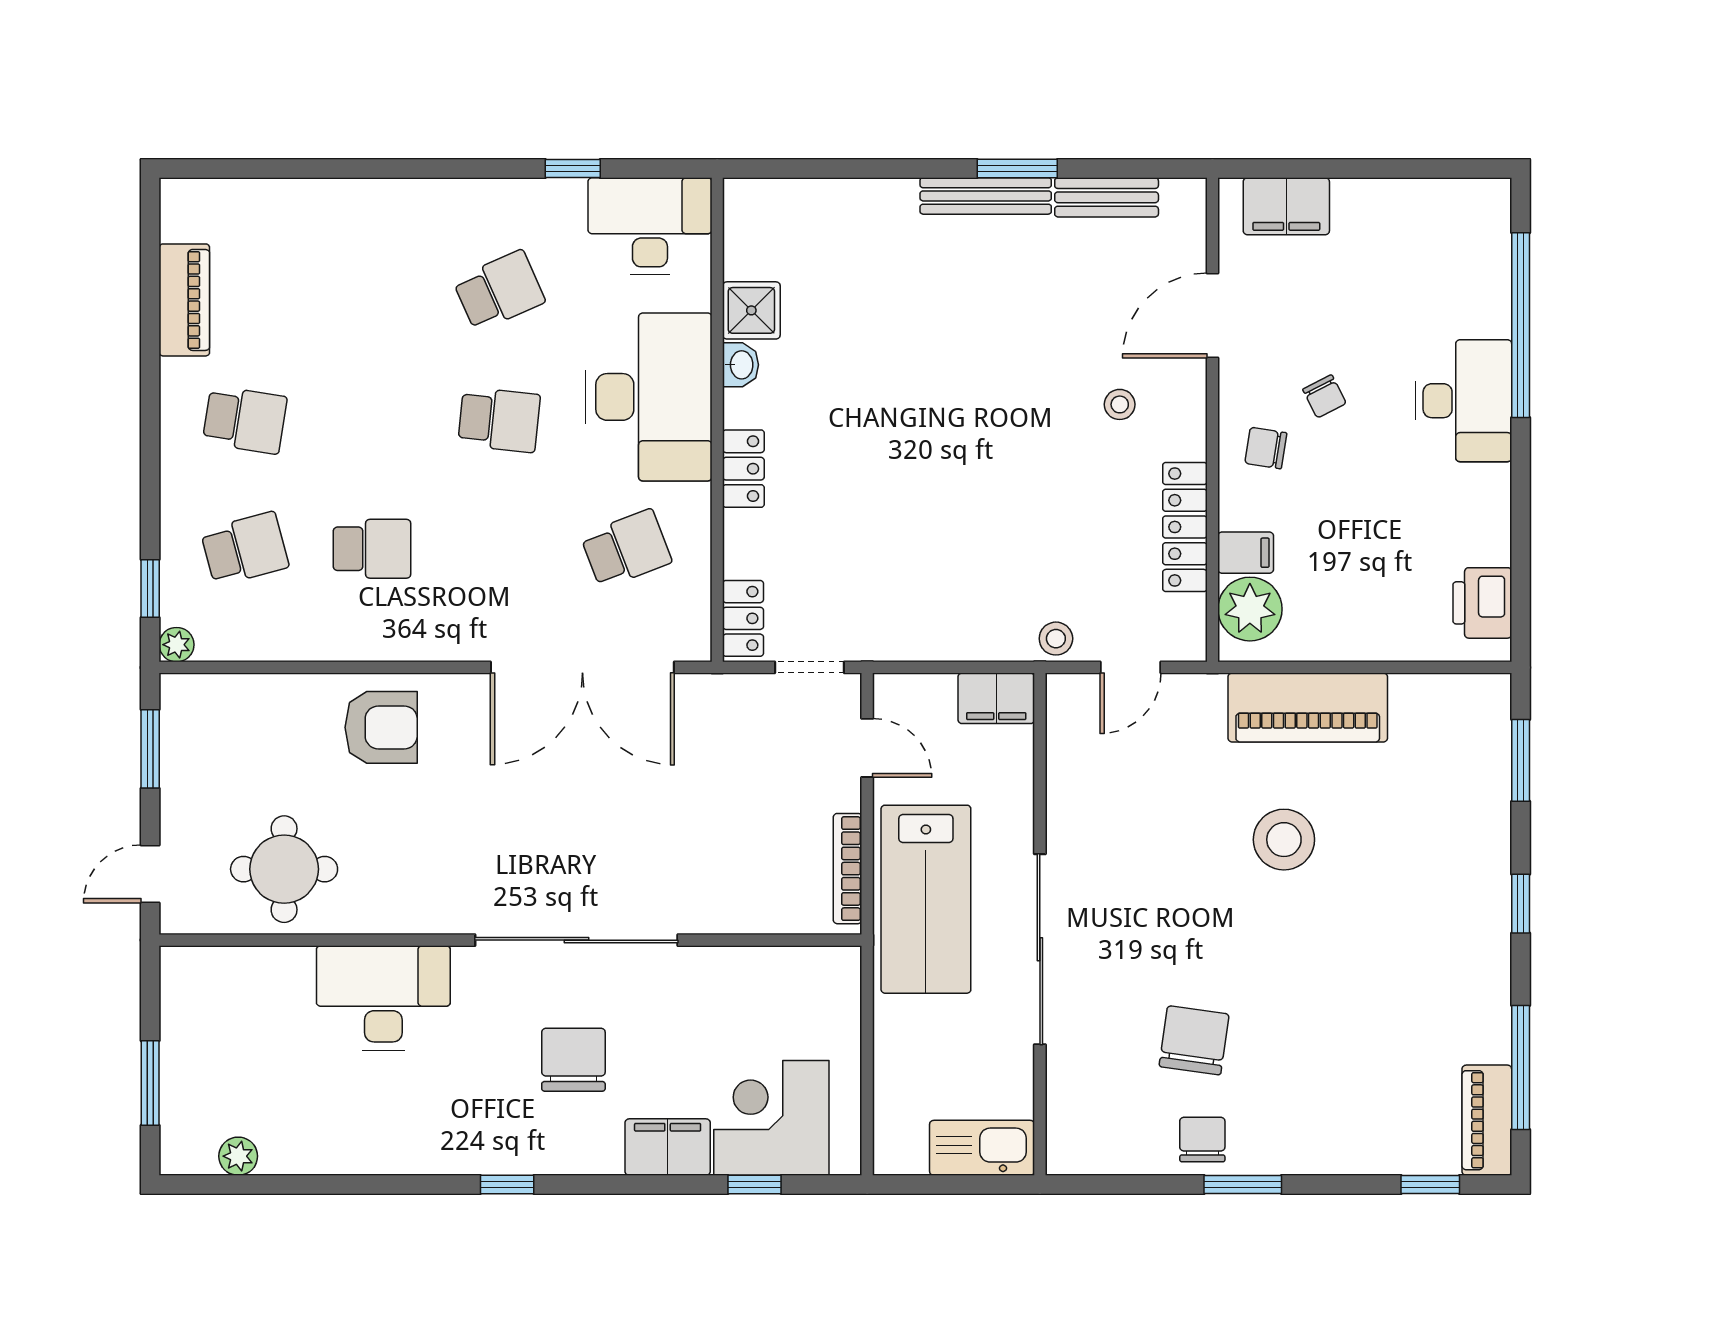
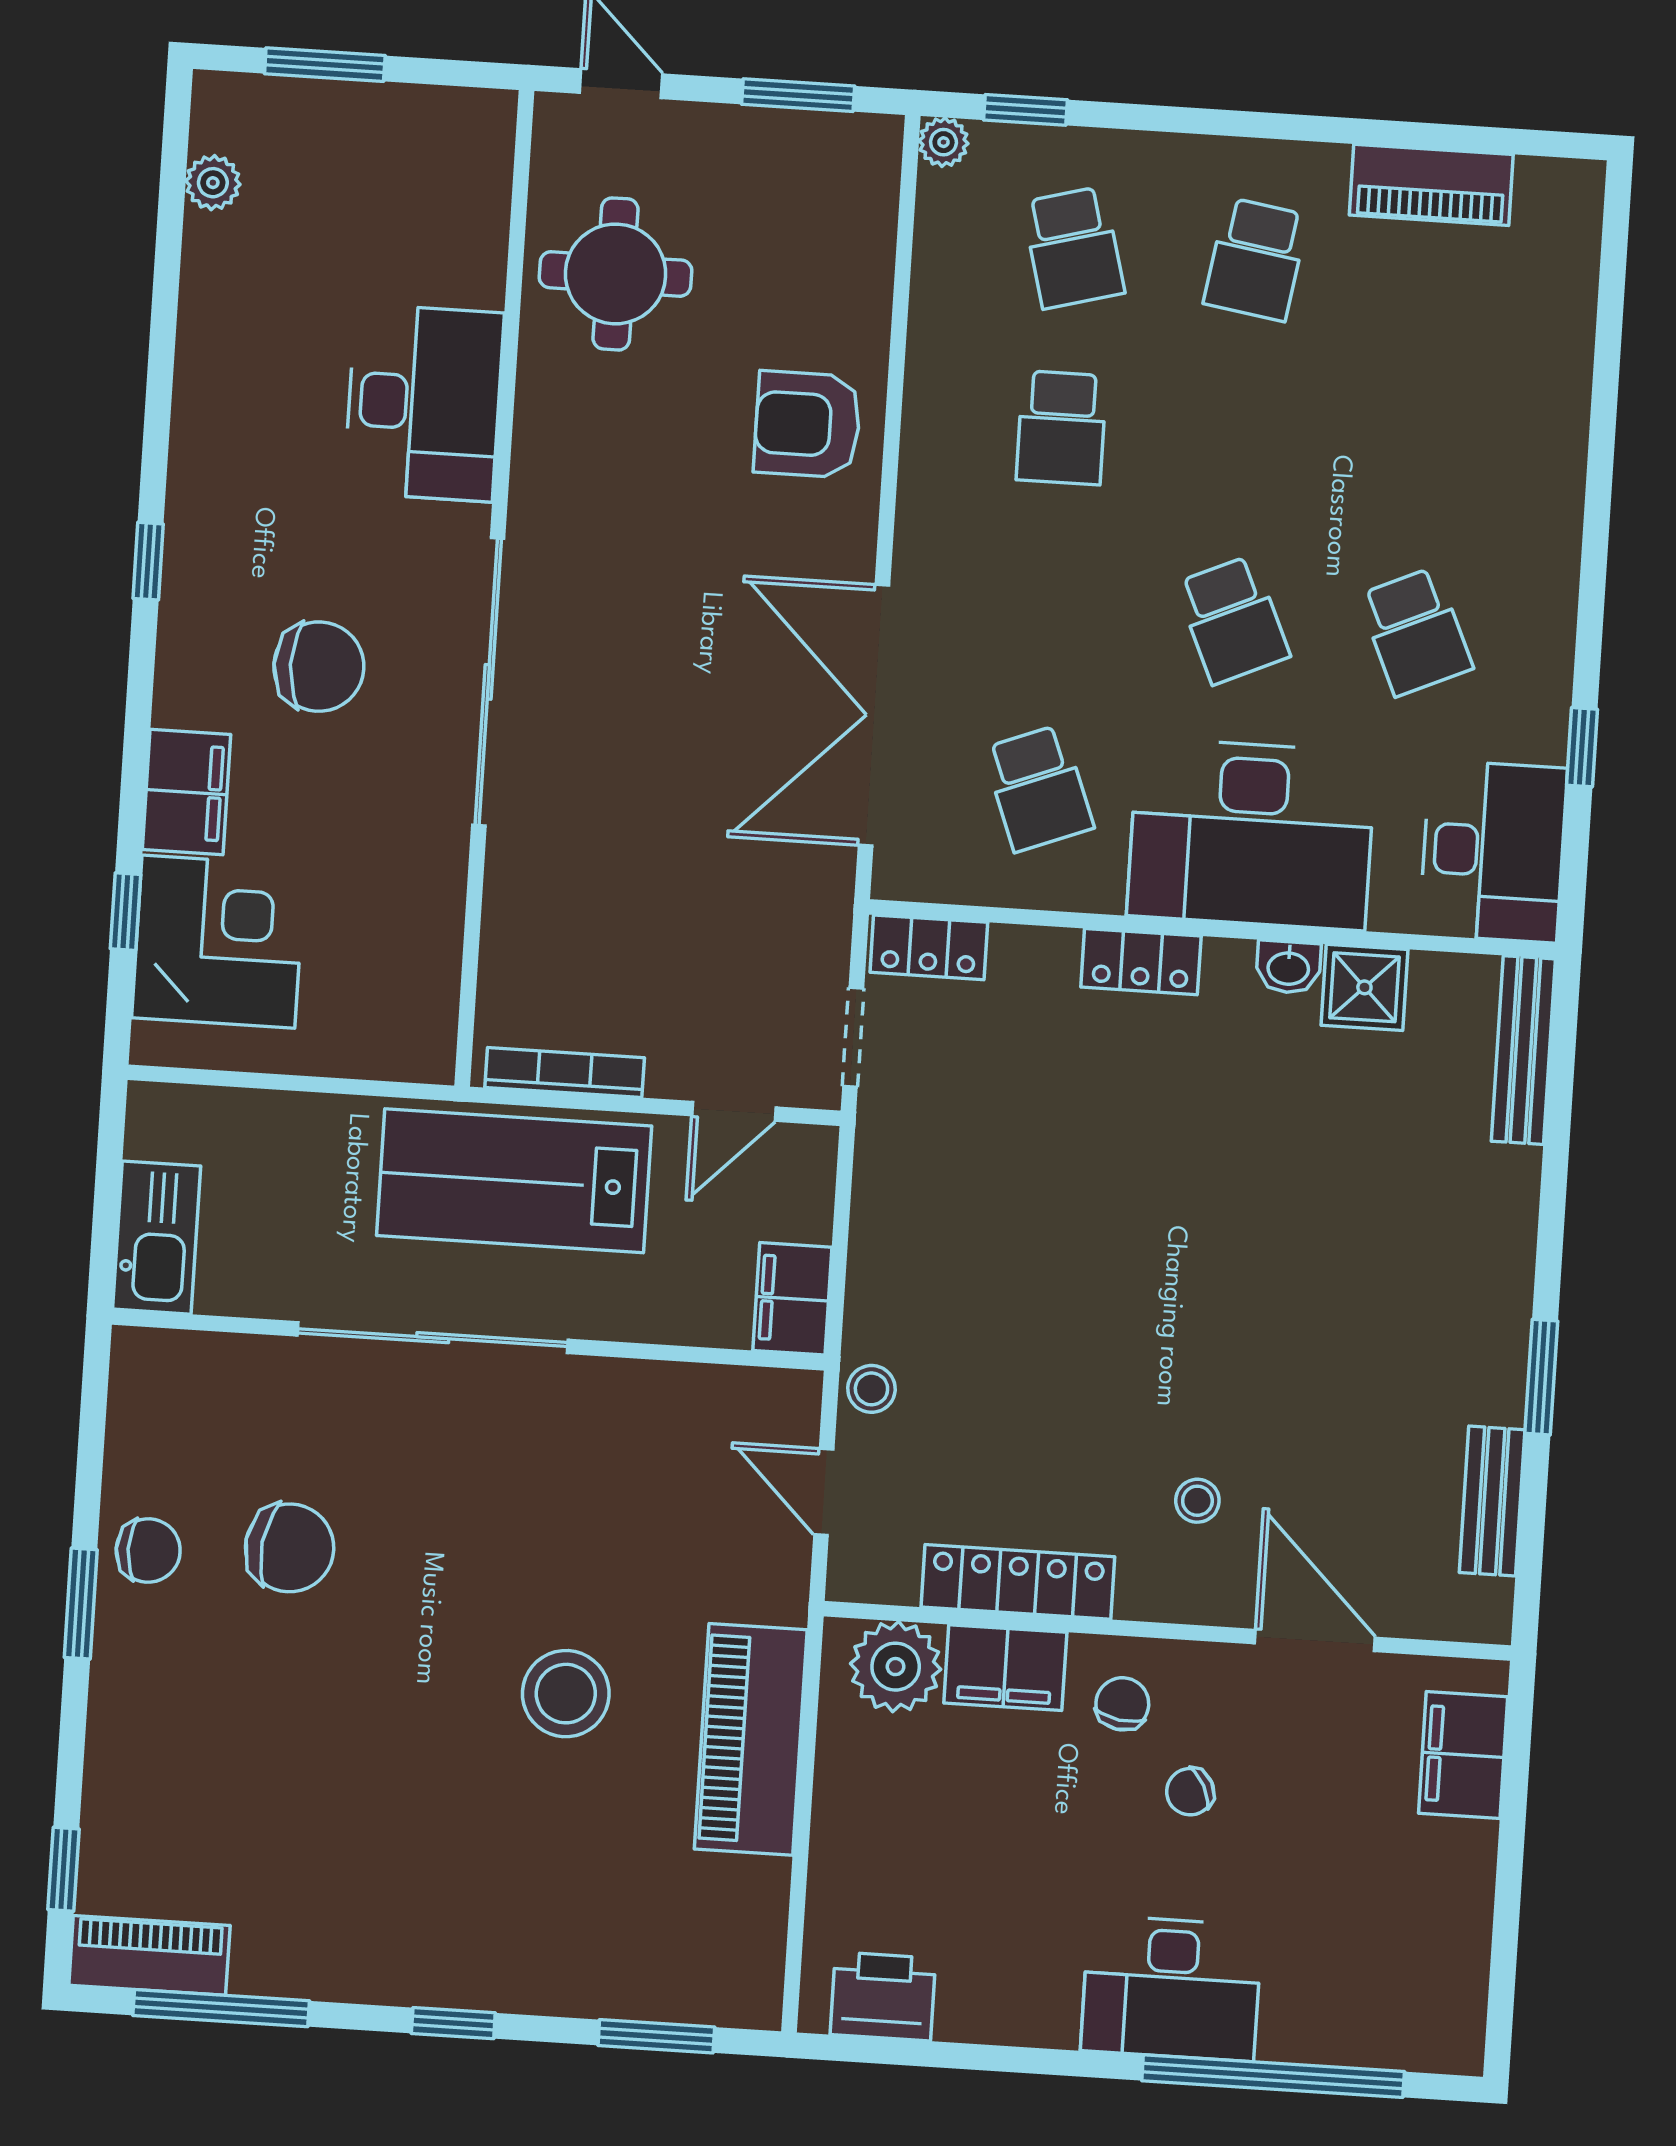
bench: (986, 196) -> (1523, 1050), moved
school desk: (499, 420) -> (1233, 620), turned -30
filing cabinet: (1246, 553) -> (1005, 1668), width x2.00
armchair: (381, 727) -> (807, 424), turned 90

